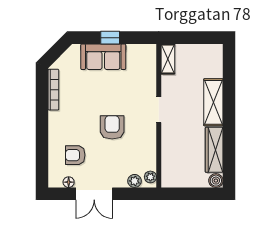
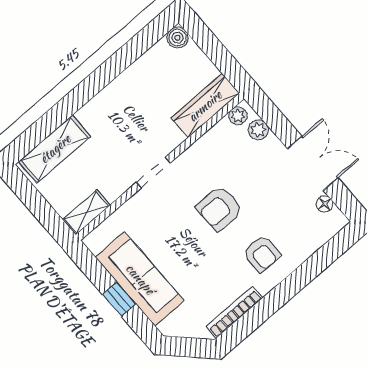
sofa: (103, 57) -> (140, 279), width x1.36
shelving: (213, 102) -> (55, 149), moved
wardrobe: (214, 150) -> (205, 106), moved, turned 180
armchair: (75, 155) -> (262, 254), moved

